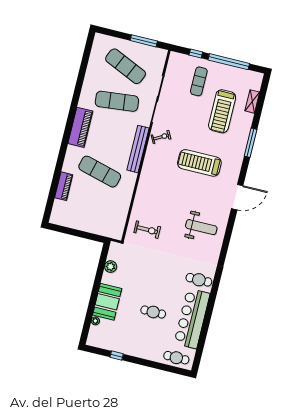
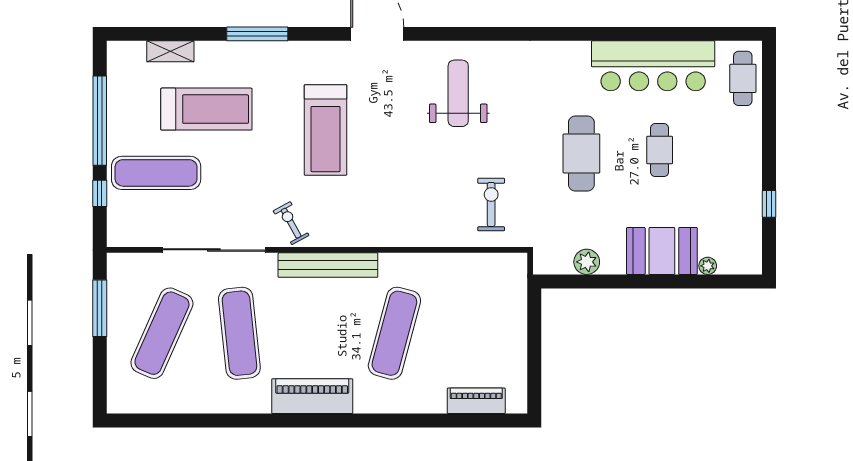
exercise mat: (199, 81) -> (156, 173), width x1.36, depth x1.45
piano: (64, 186) -> (476, 401), moved
cafe table: (199, 280) -> (581, 153), moved, width x1.37, depth x1.35

